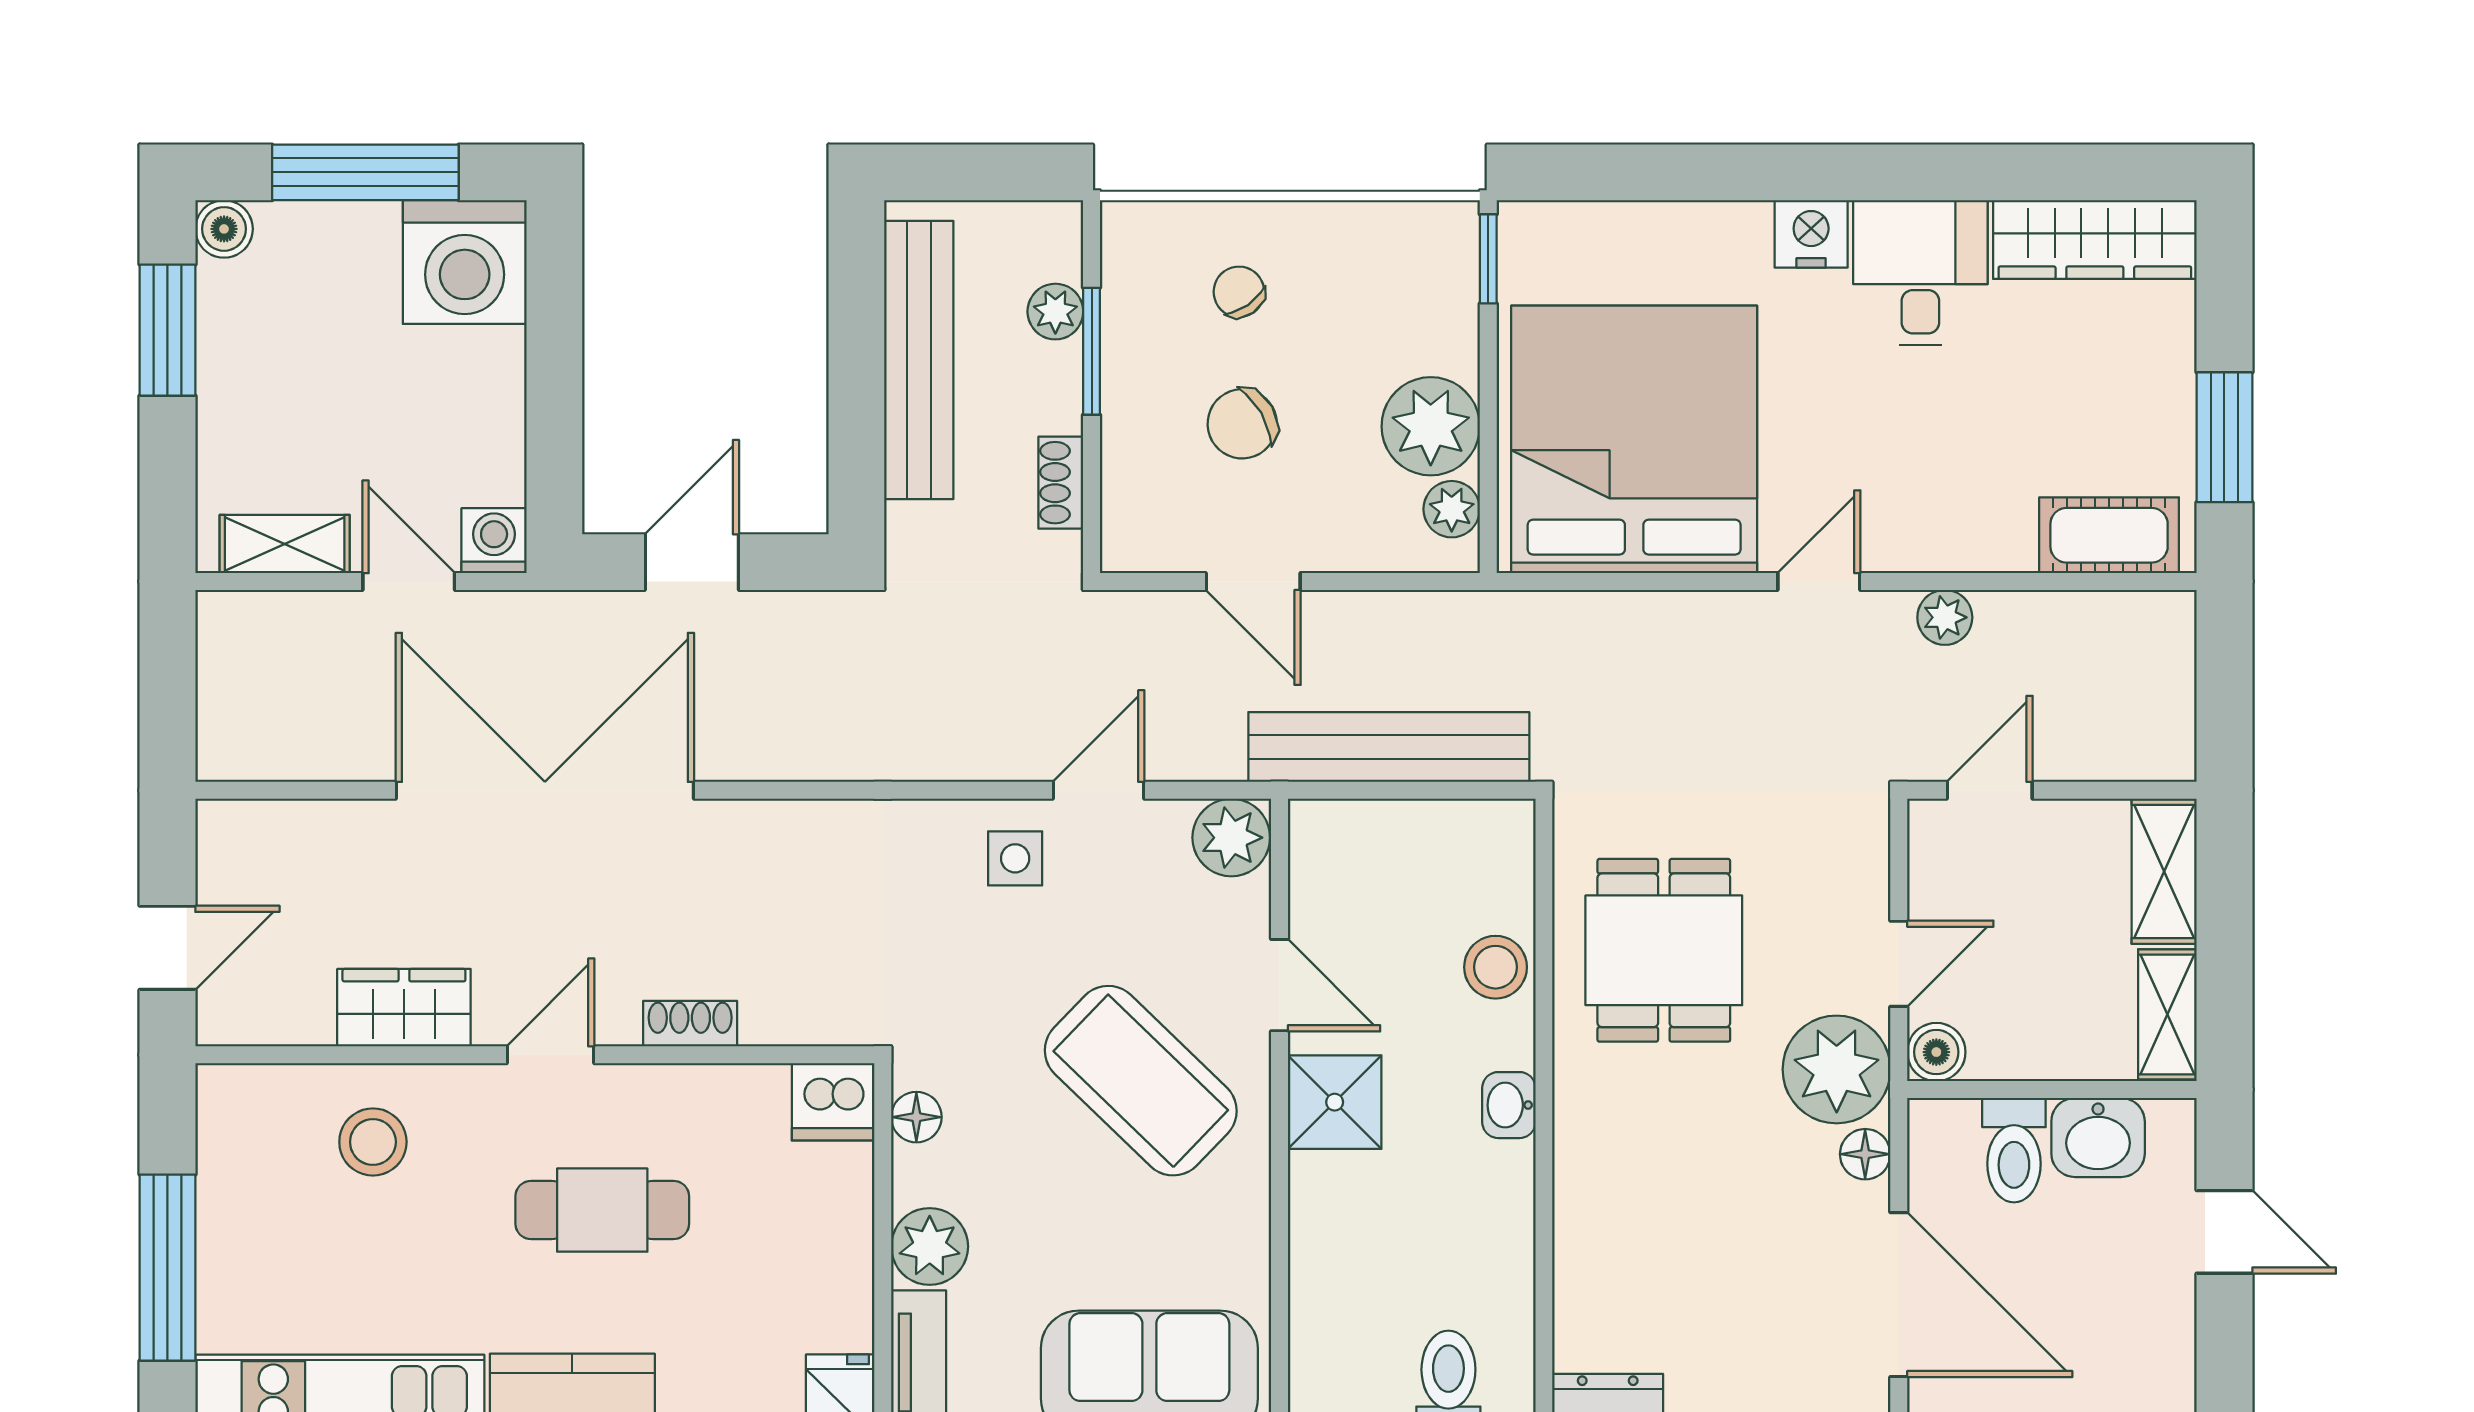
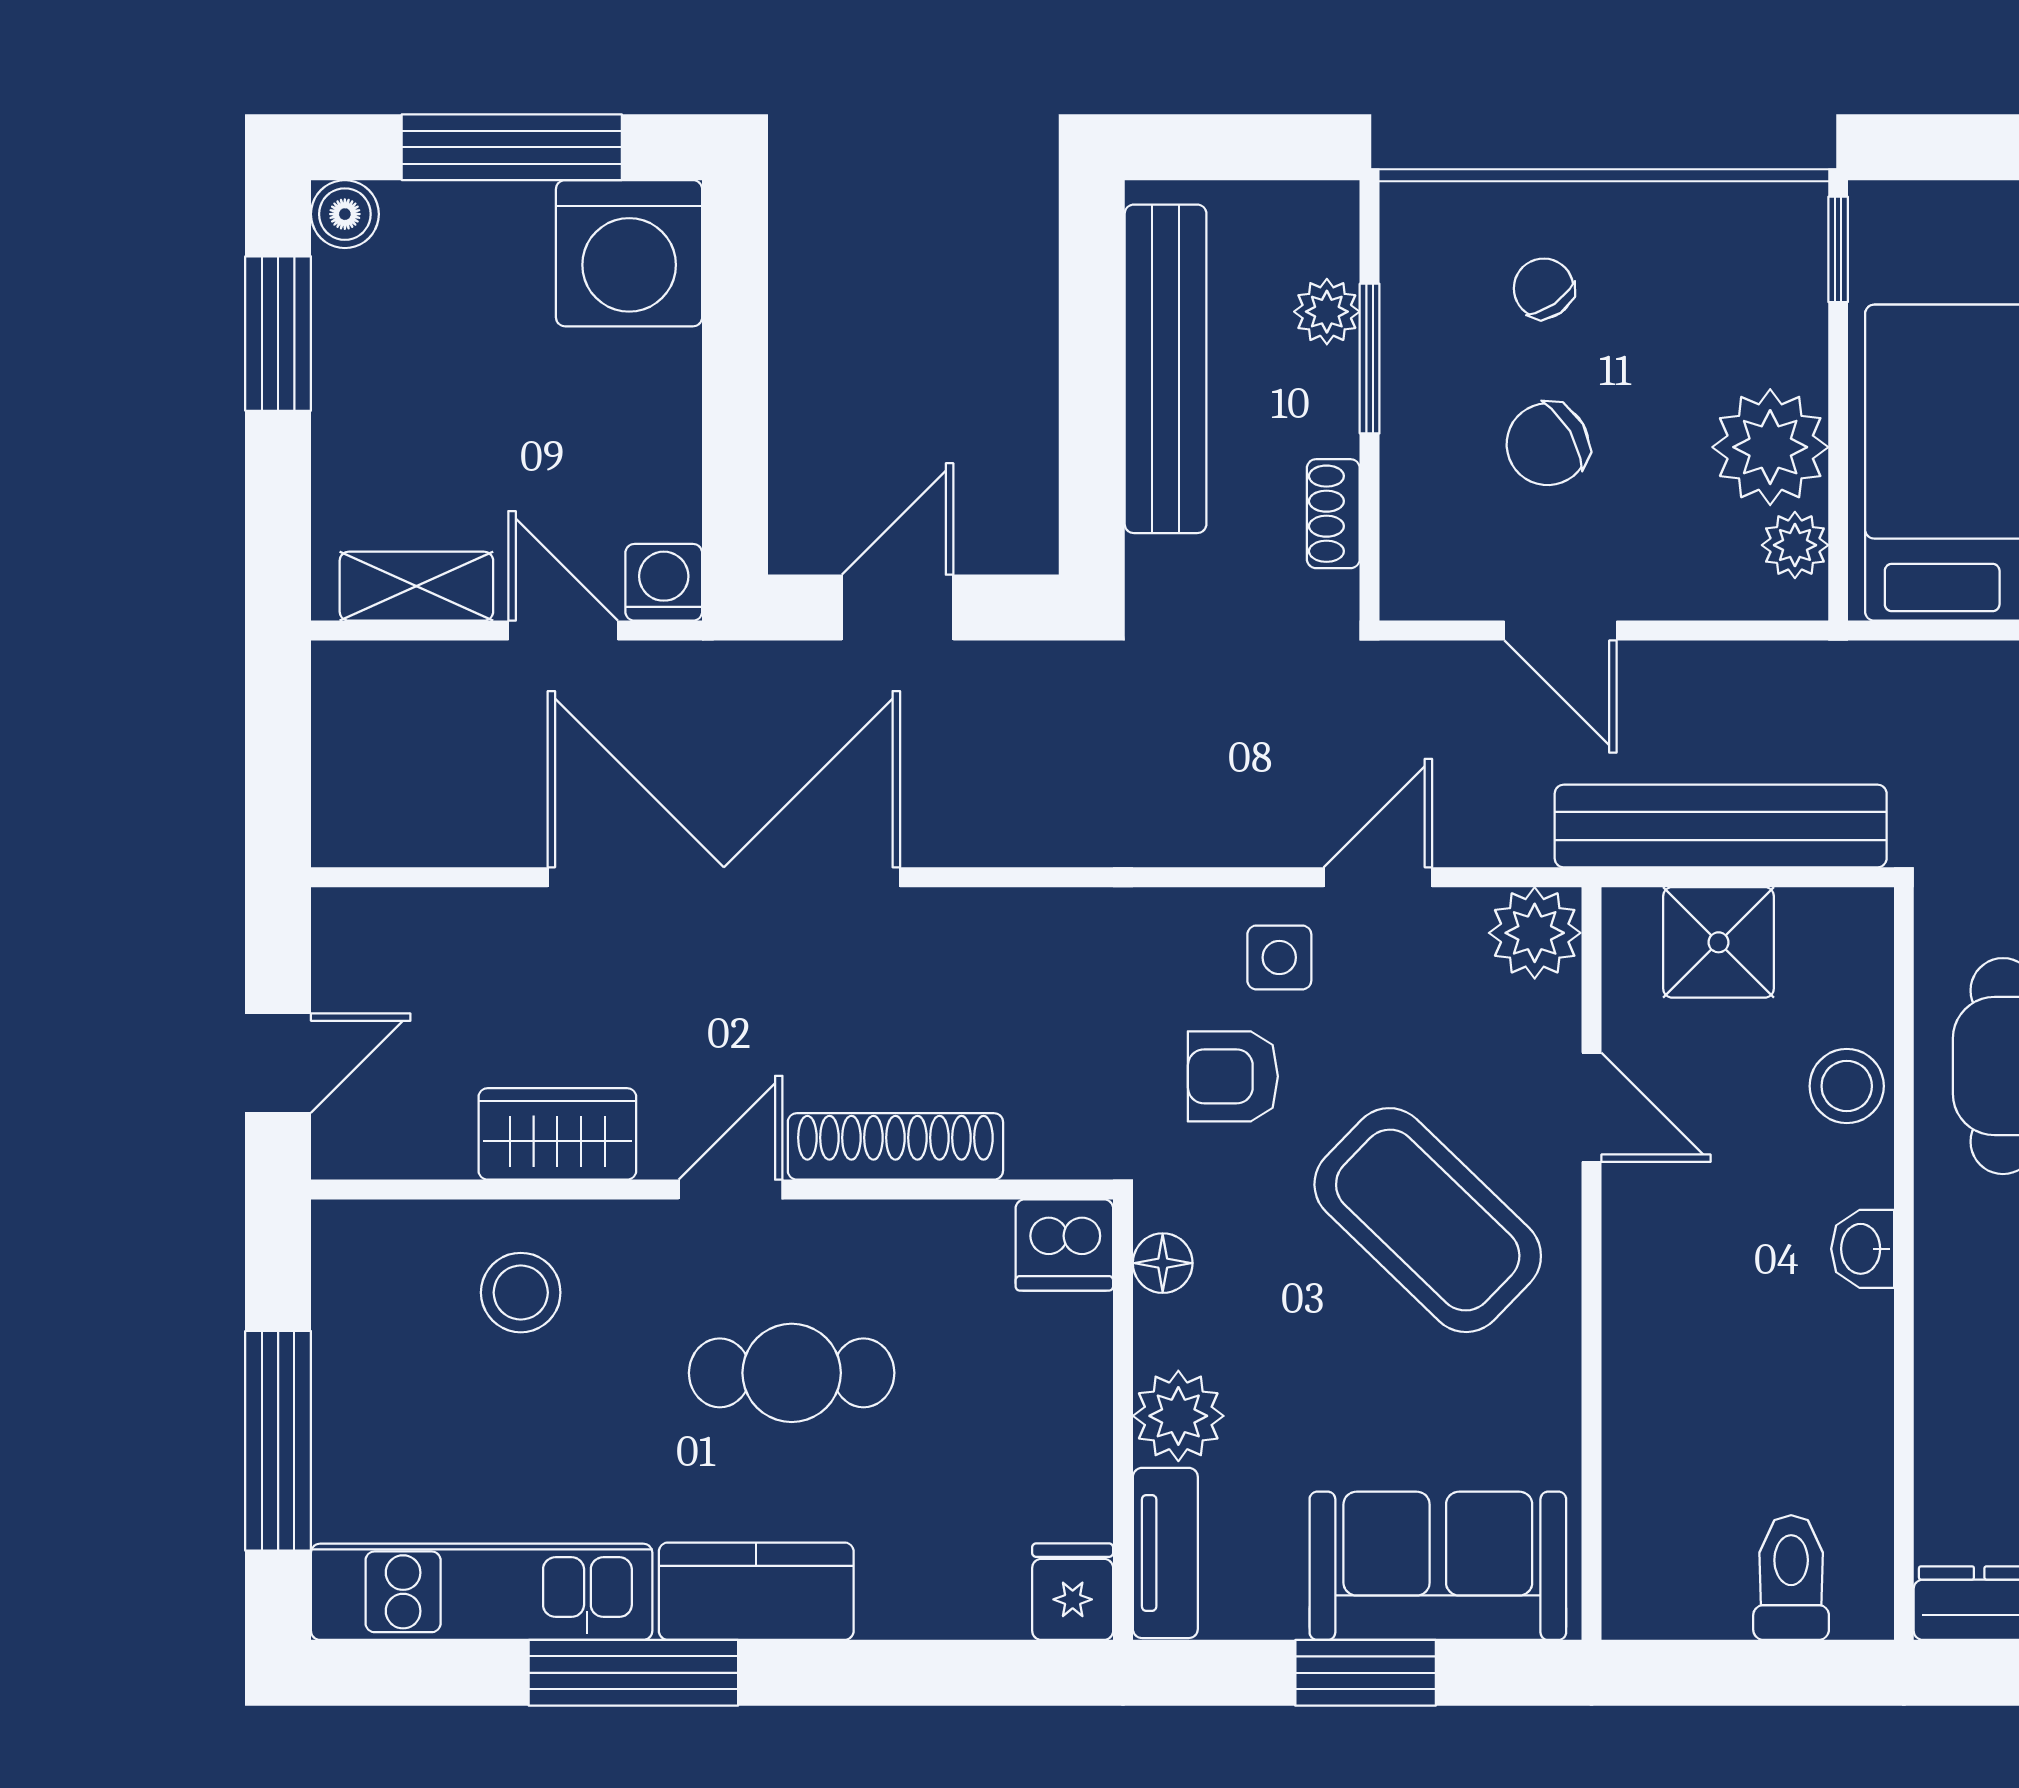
armchair: (976, 959) -> (1233, 1076), added
shoe rack: (690, 1024) -> (895, 1146), width x1.94, depth x1.24
shower: (1335, 1102) -> (1719, 942), moved

